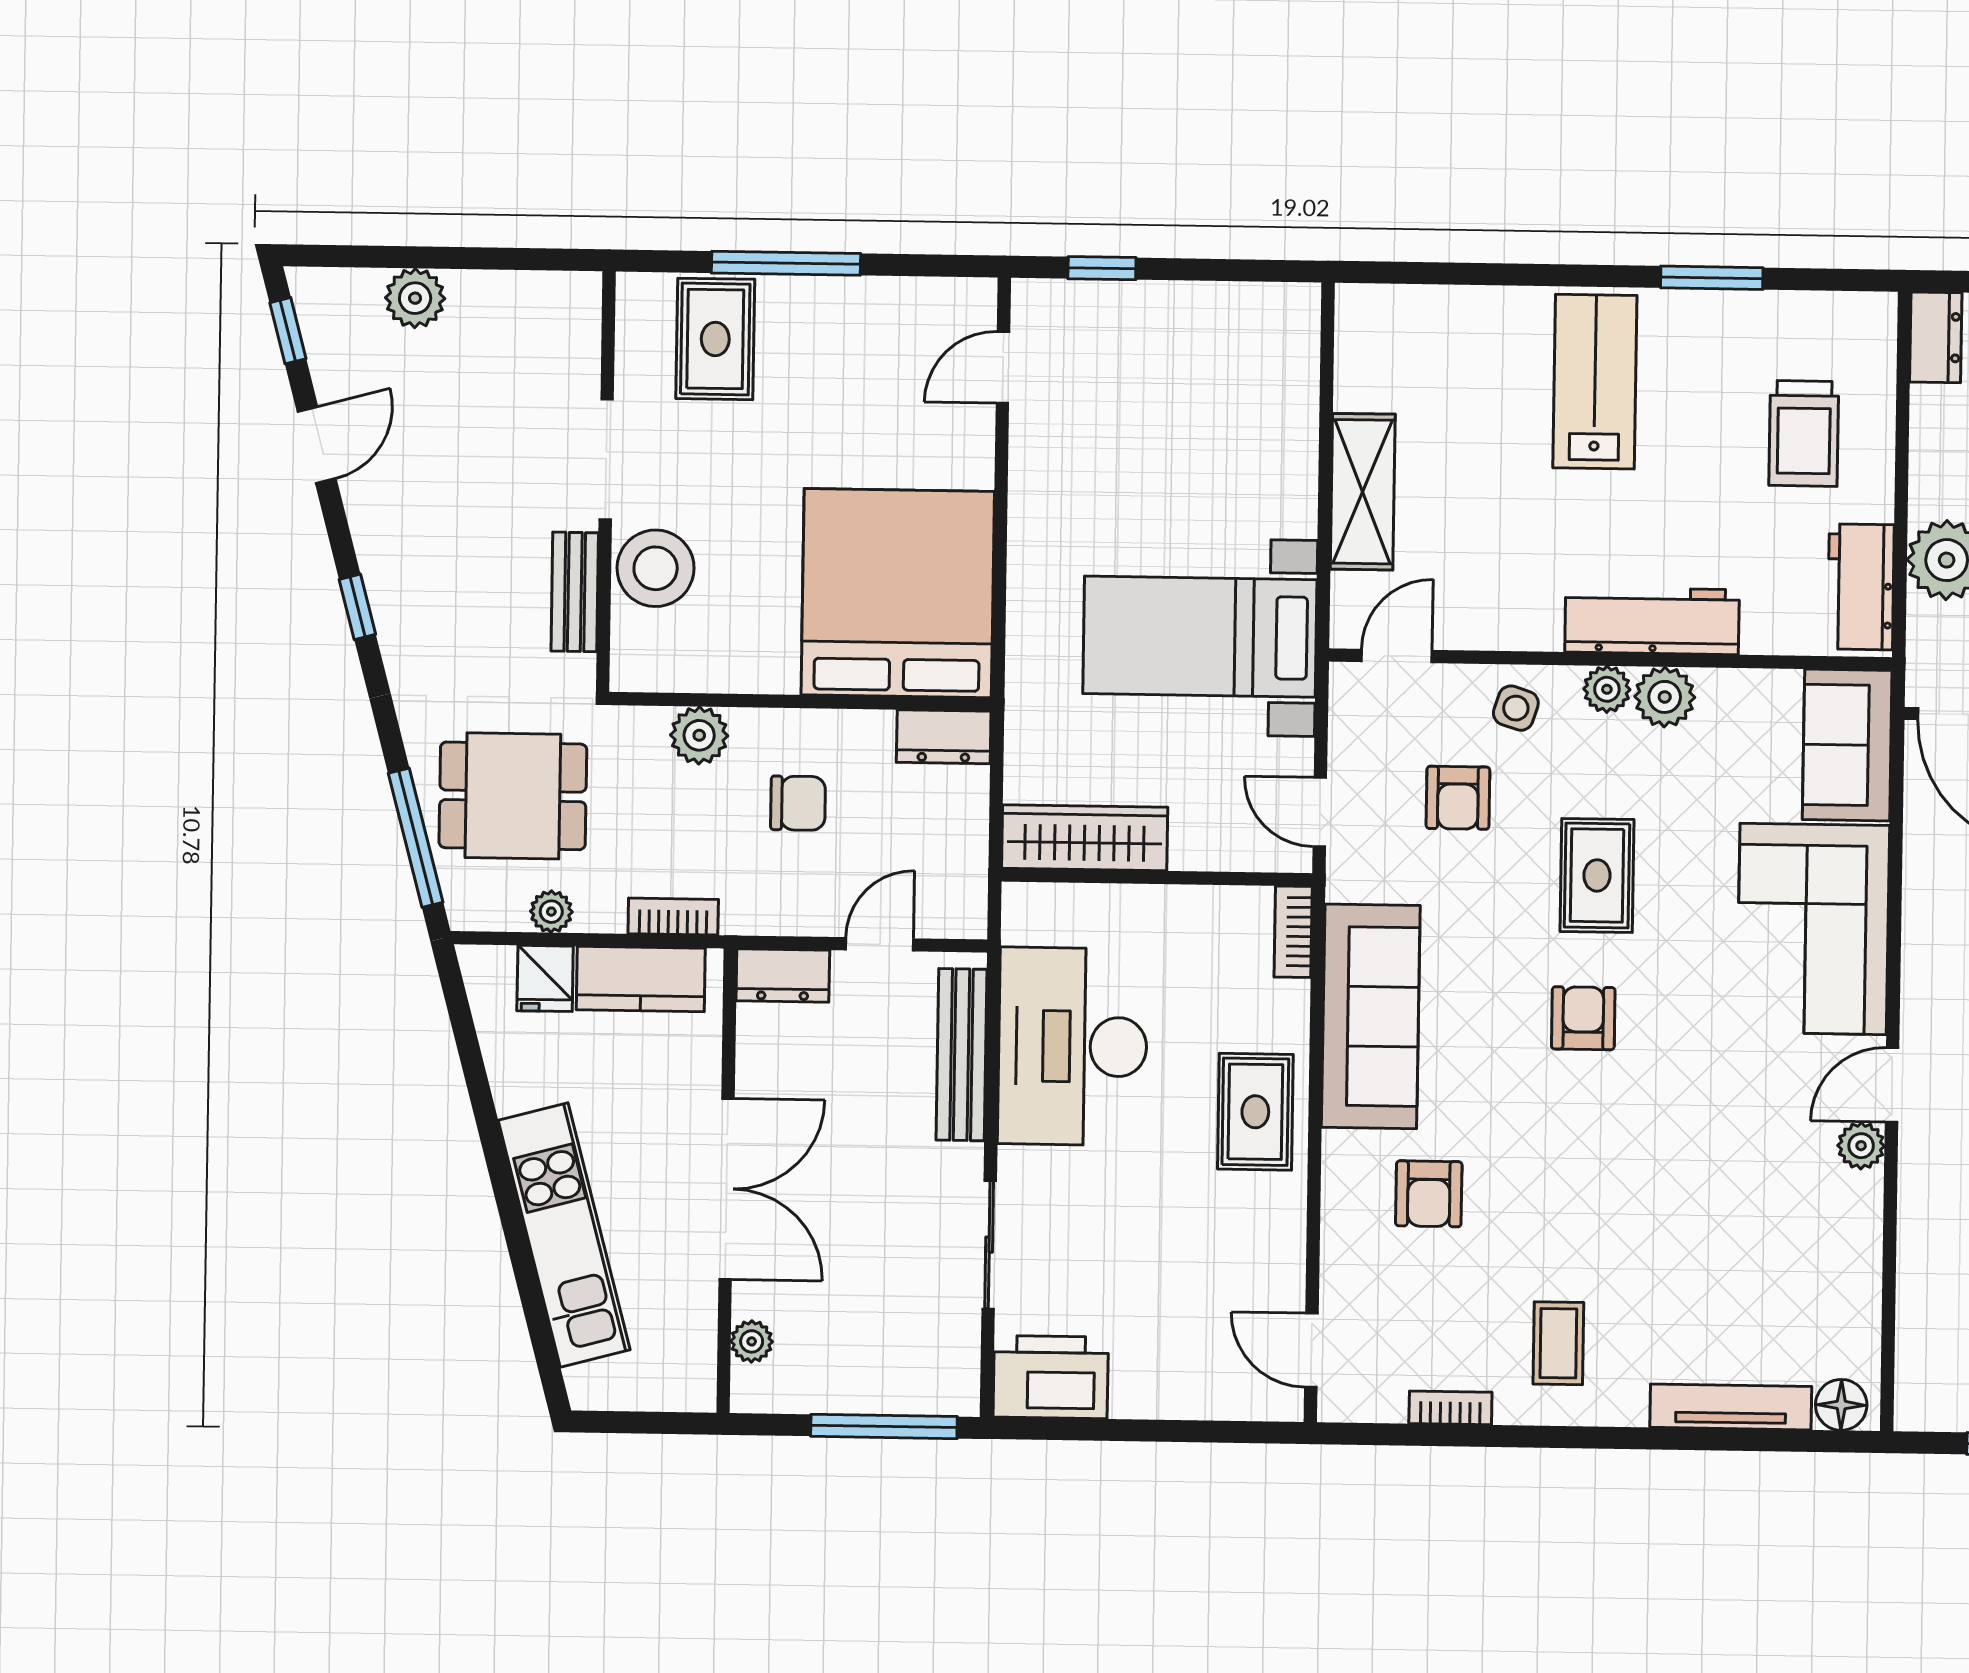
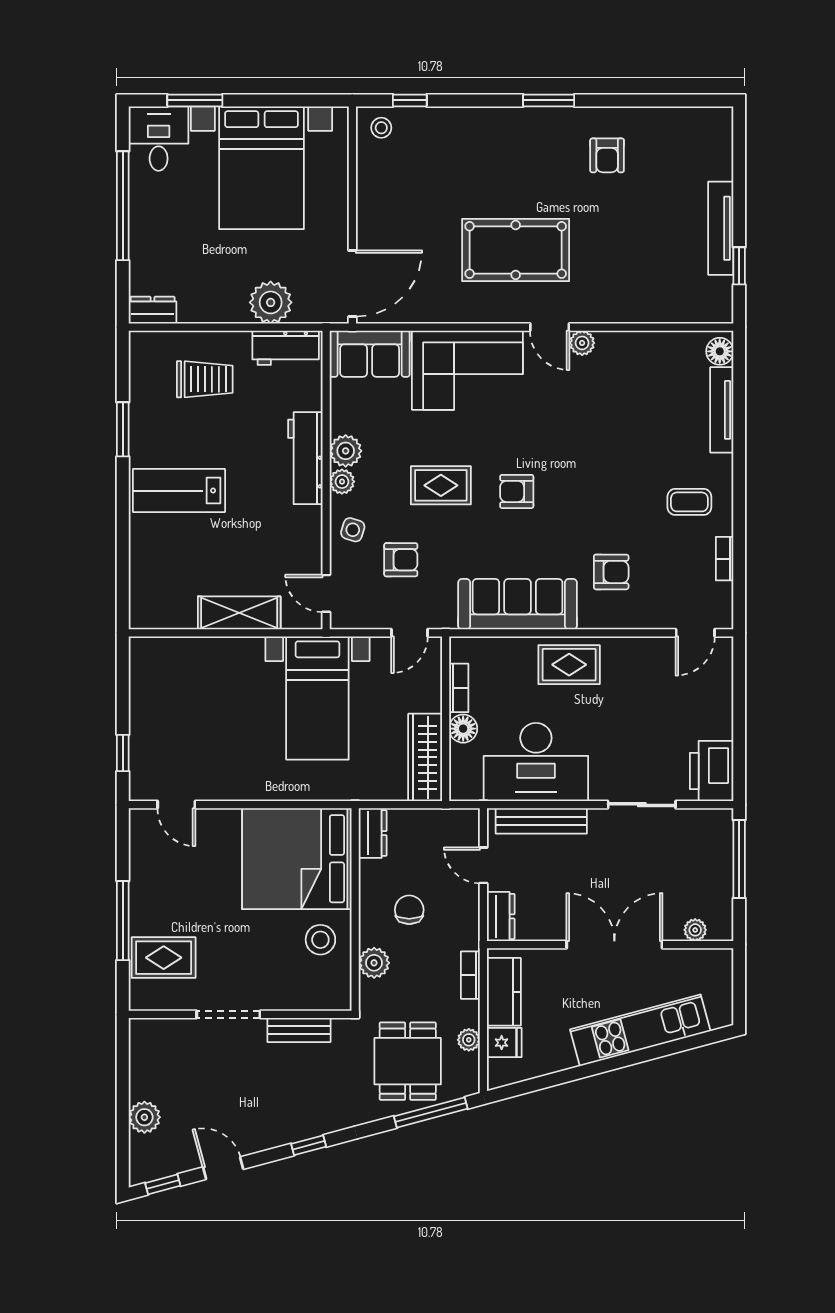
stool: (656, 568) -> (320, 940), moved, width x0.73, depth x0.73
floor lamp: (1138, 910) -> (463, 729), added
bookcase: (1293, 932) -> (459, 688), moved, turned -90

